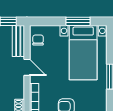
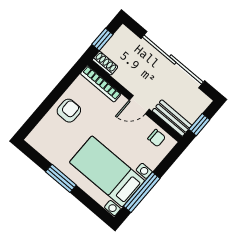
window: (78, 21) -> (142, 192), width x1.44

